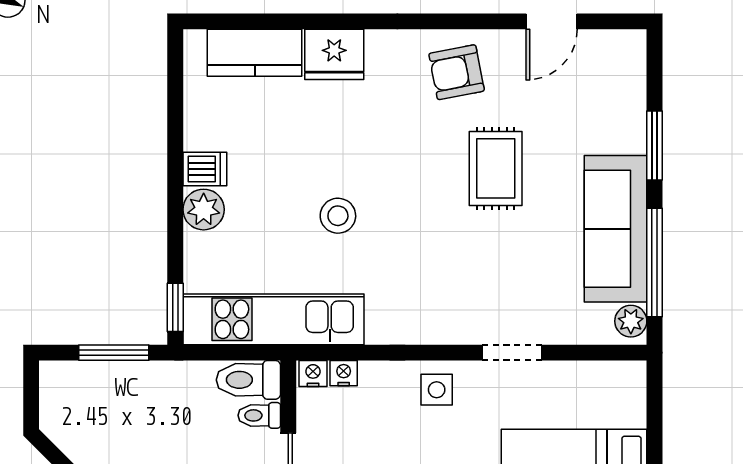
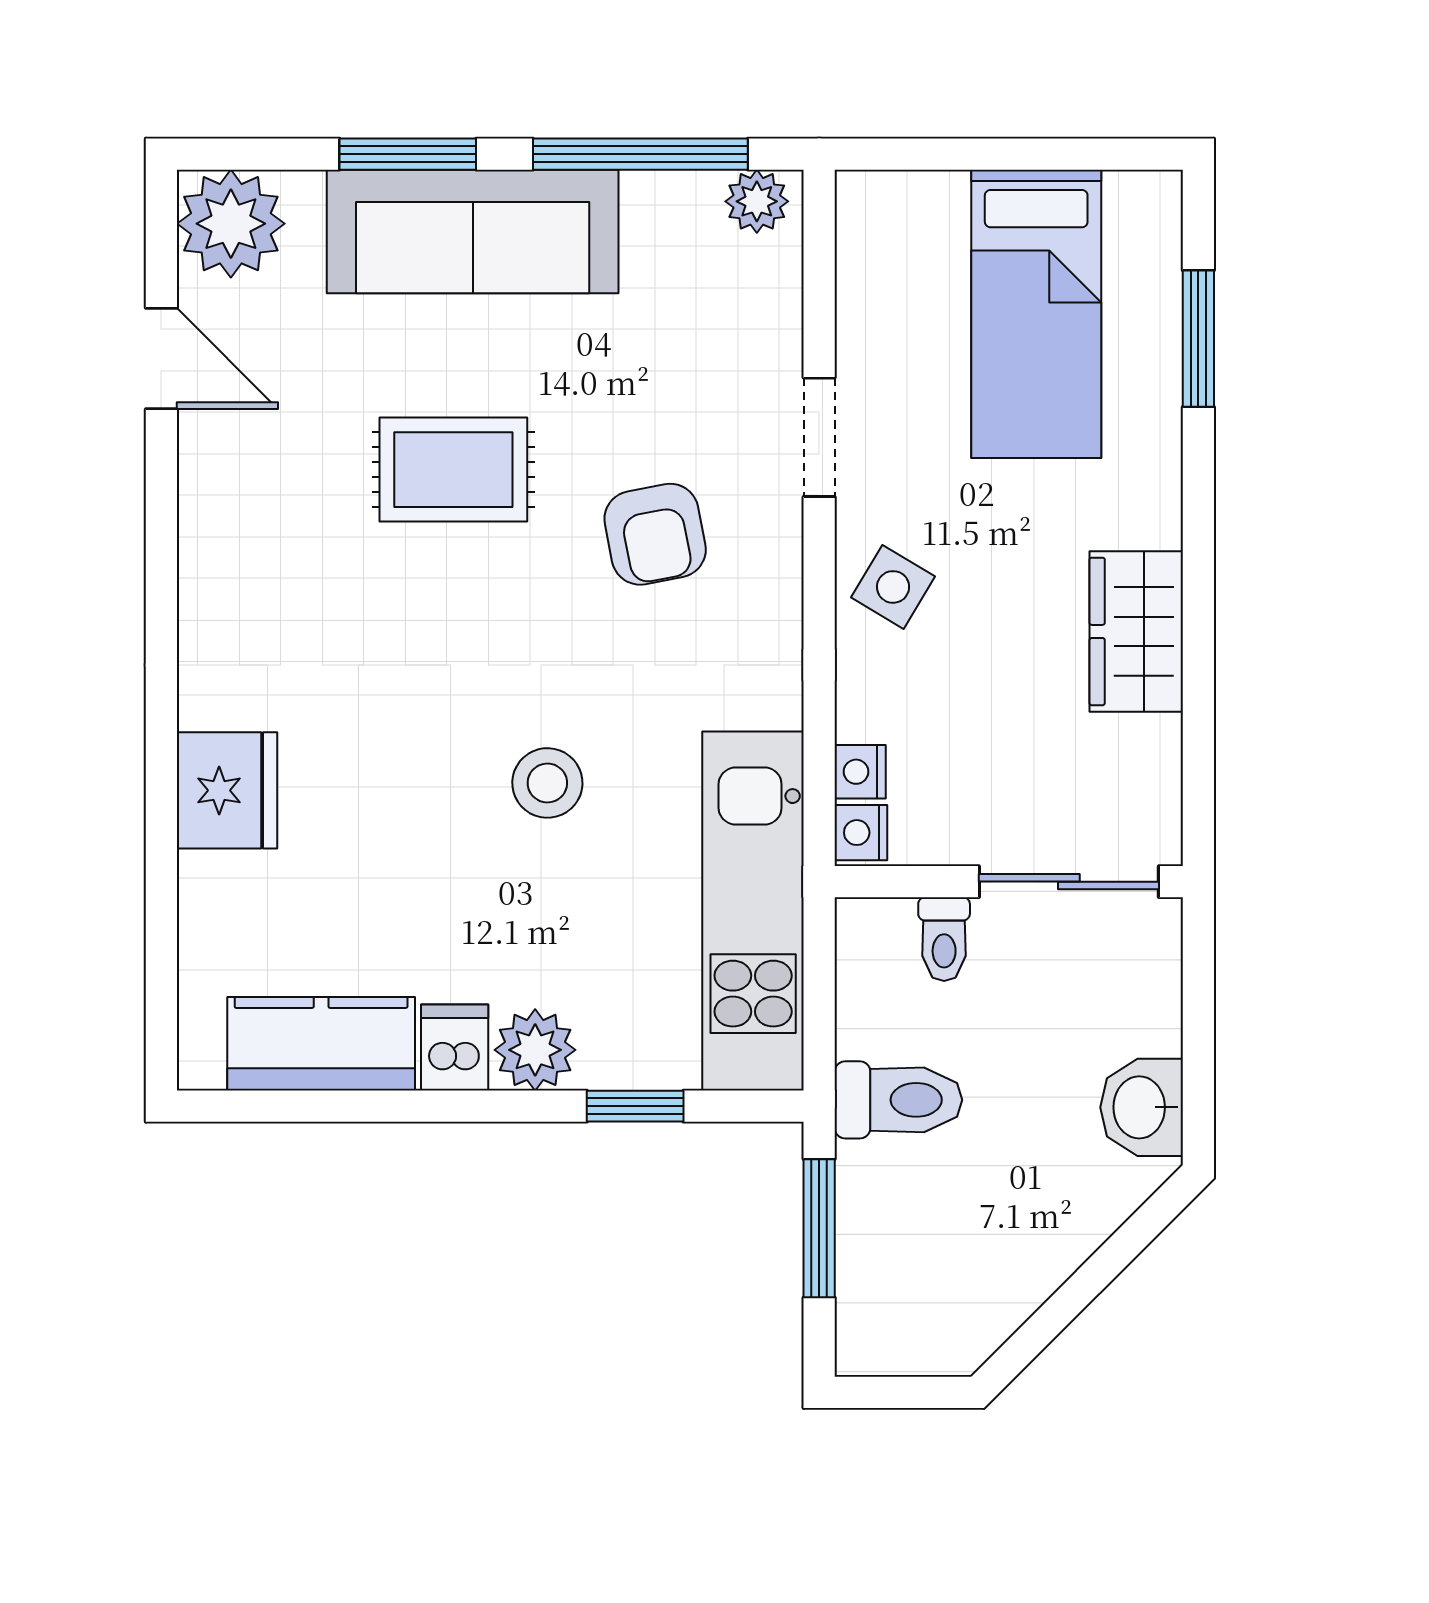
kitchen counter: (255, 53) -> (321, 1044), moved, turned -90
plant: (620, 56) -> (231, 224), added
armchair: (457, 72) -> (655, 534), moved
sofa: (616, 229) -> (473, 232), moved
window: (175, 307) -> (635, 1106), moved
toilet: (248, 380) -> (898, 1100), moved, turned -90
side table: (437, 390) -> (893, 587), turned 31

